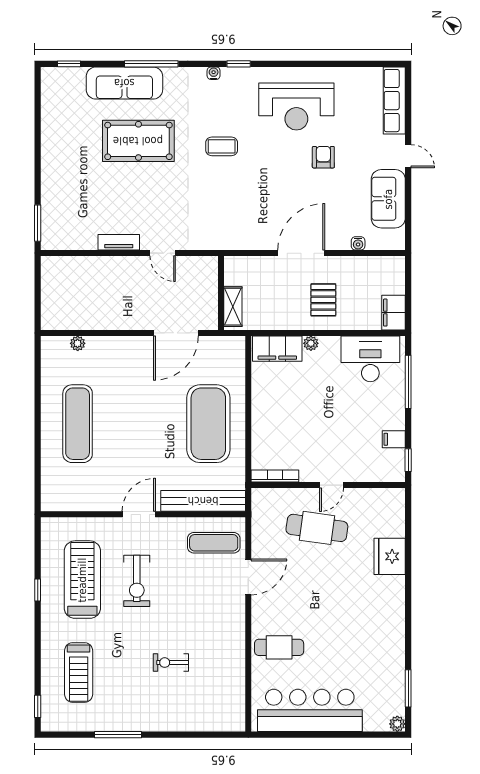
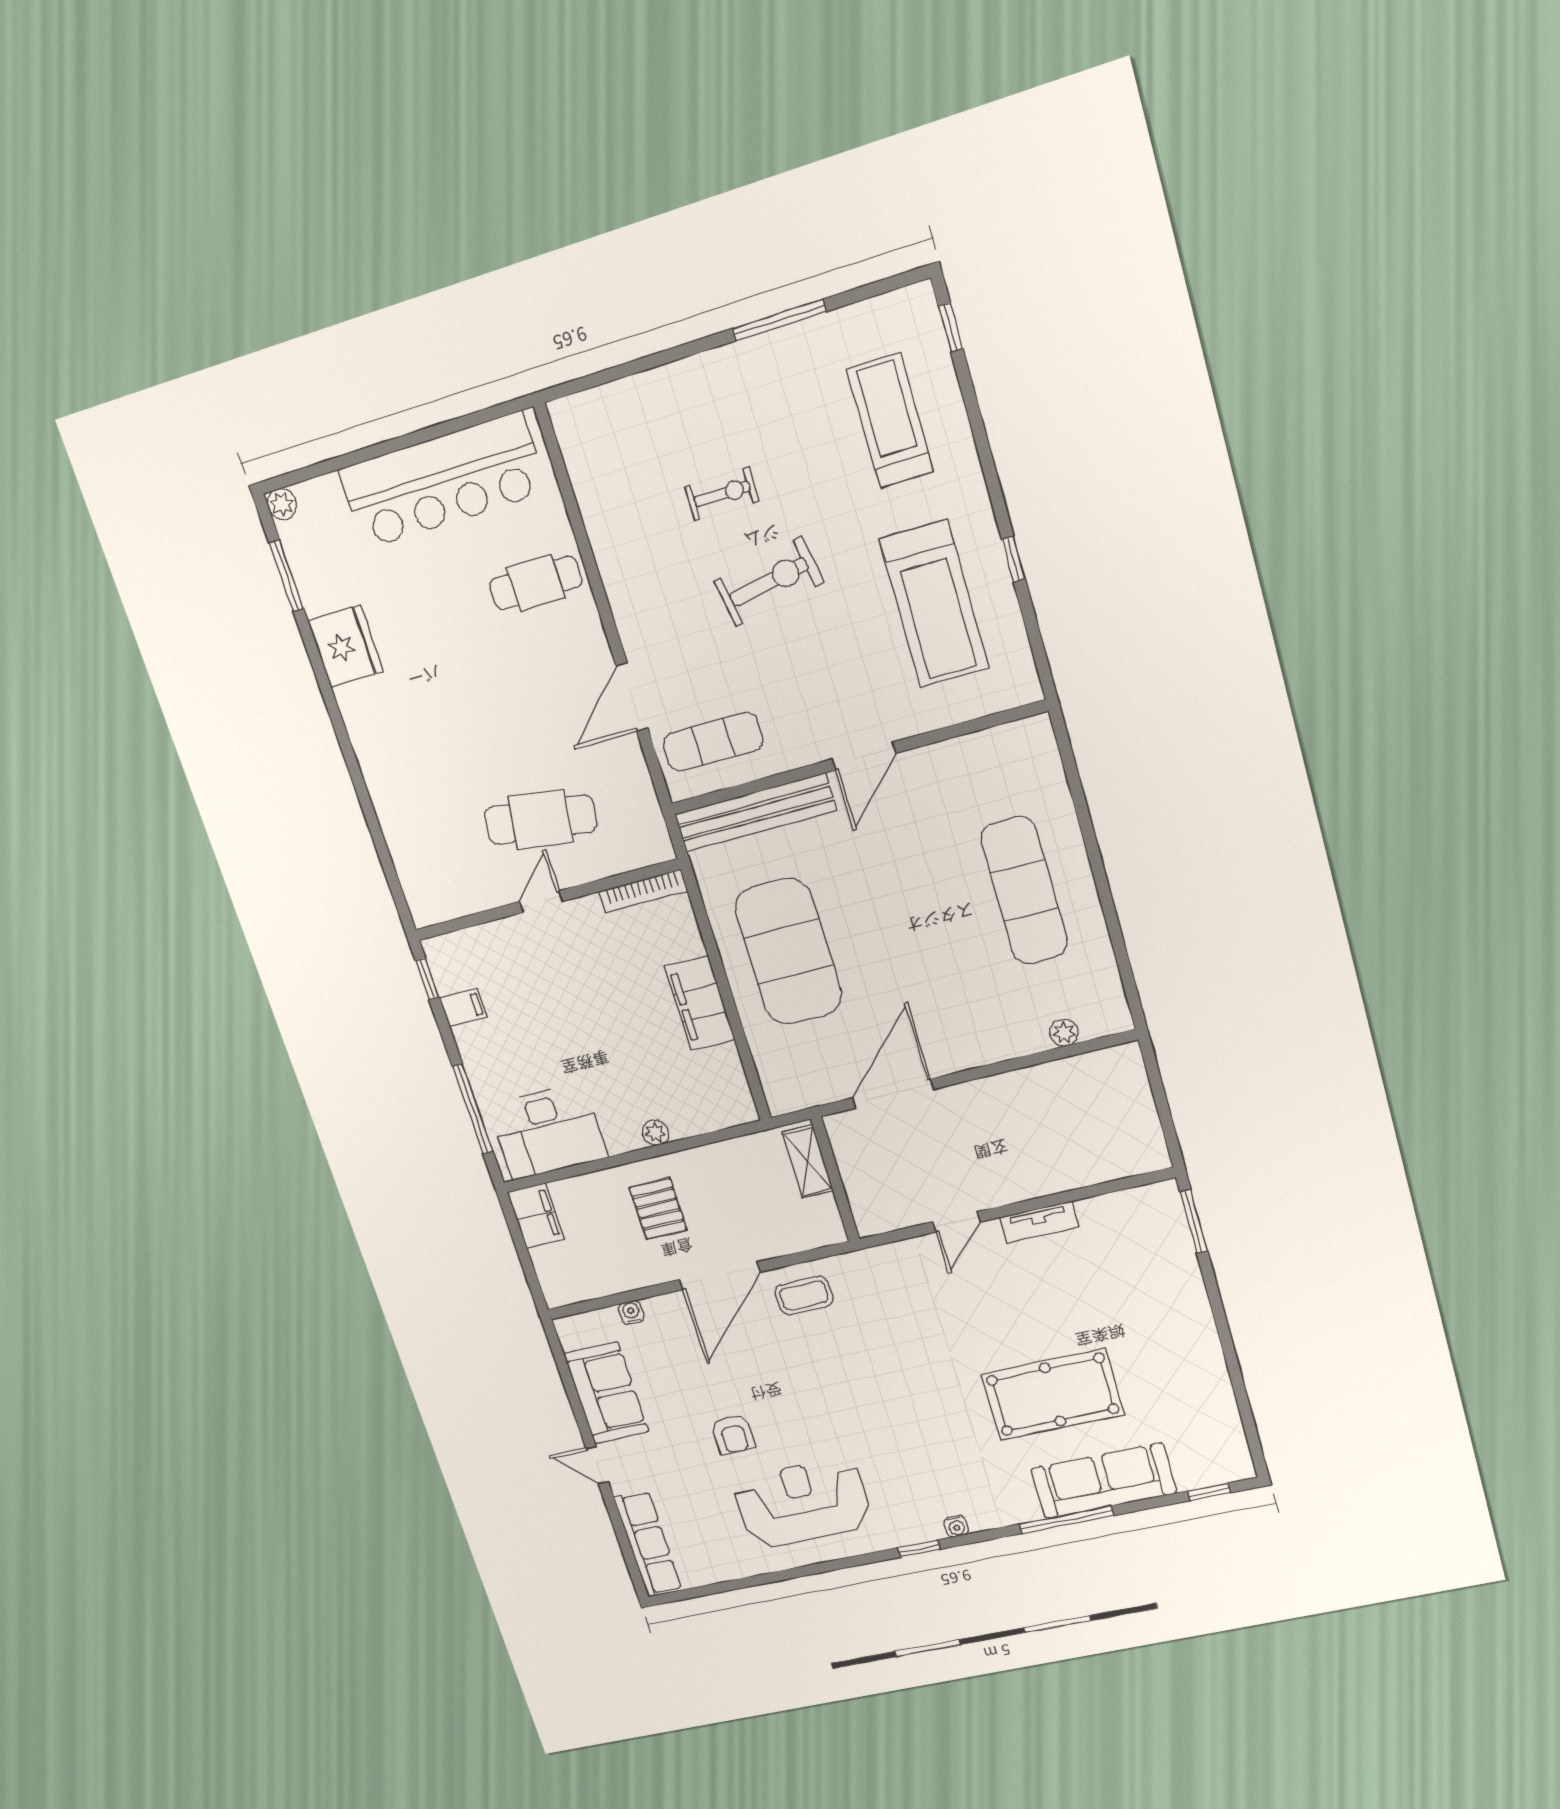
coffee table: (222, 146) -> (804, 1295), moved
door: (163, 253) -> (957, 1222), swing flipped
filing cabinet: (277, 349) -> (700, 1003), moved, turned -90
fridge: (390, 556) -> (346, 646), moved
exercise bike: (137, 581) -> (769, 582), moved, turned 80

